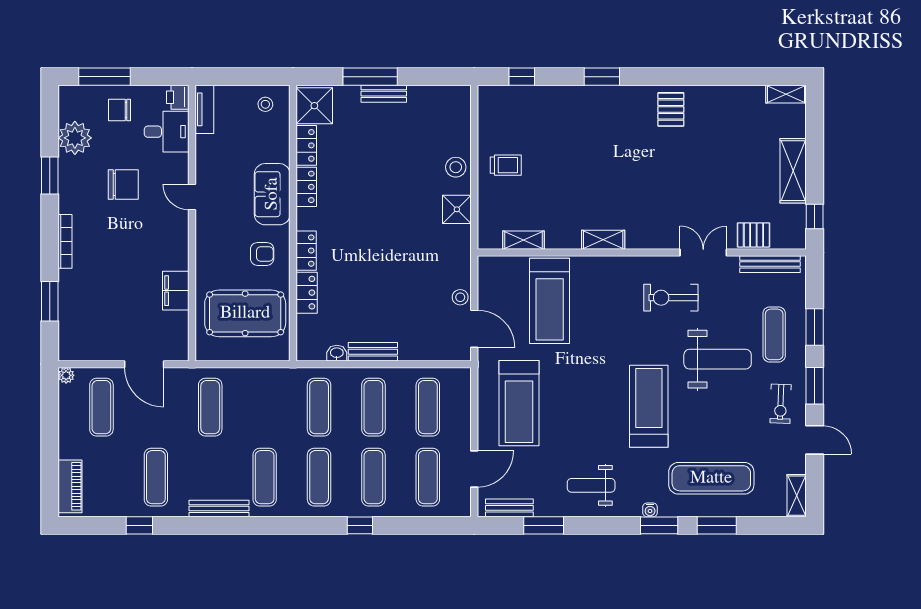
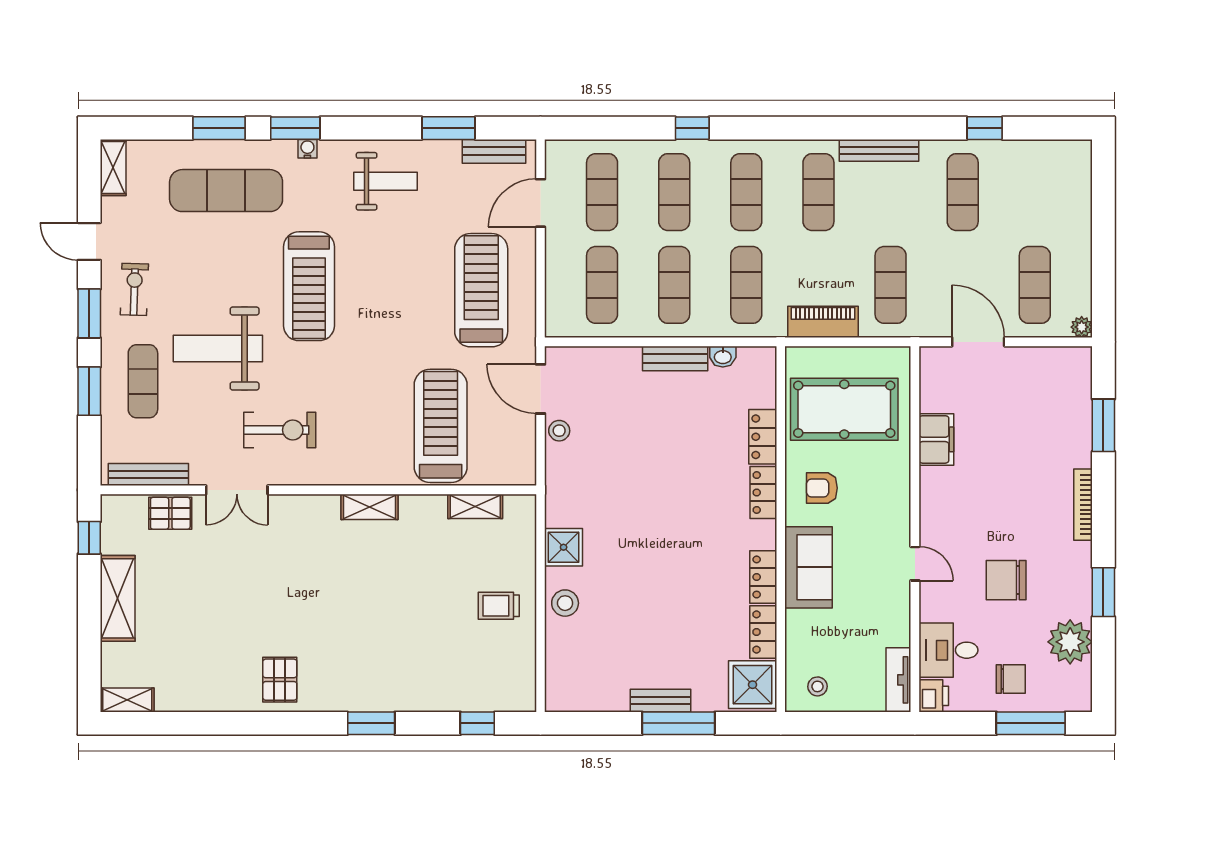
piano: (70, 486) -> (823, 322), moved, turned 90

